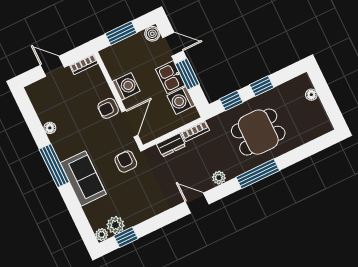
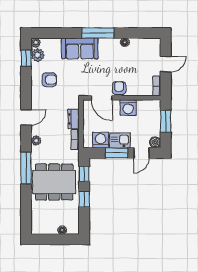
dining table: (258, 132) -> (54, 182), width x1.38
armchair: (126, 162) -> (49, 80), moved

